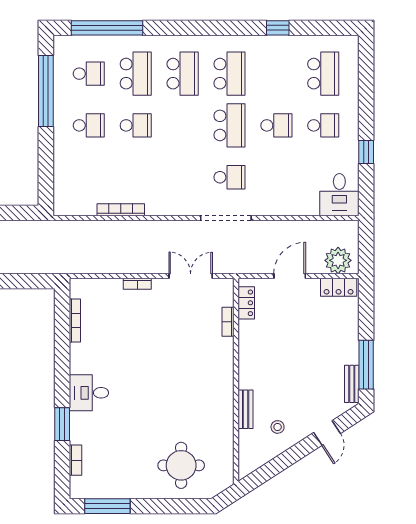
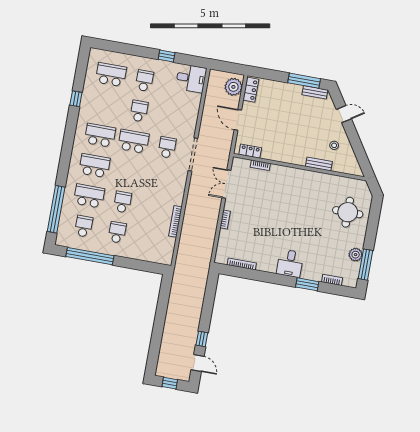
plant: (120, 489) -> (356, 255), added

